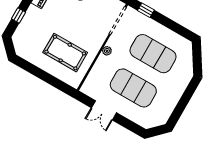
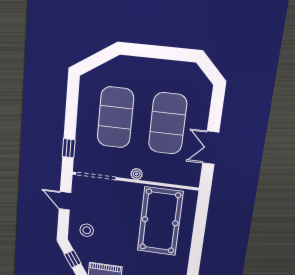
pool table: (65, 53) -> (160, 221), width x1.36, depth x1.32
double door: (104, 110) -> (211, 148), swing flipped

